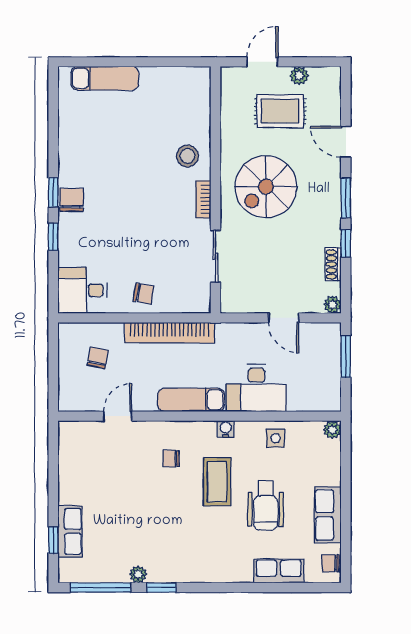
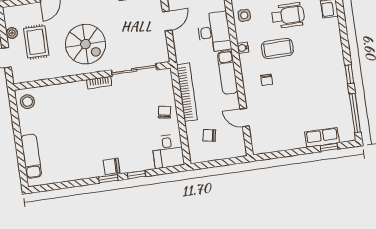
stool: (187, 156) -> (27, 102), moved
sliding door: (216, 256) -> (134, 70), width x1.37
plant: (138, 574) -> (343, 90), removed

